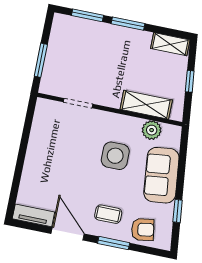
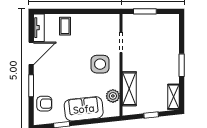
window: (87, 15) -> (182, 37), removed
side table: (115, 156) -> (100, 64), moved
coffee table: (108, 214) -> (65, 26), moved
armchair: (143, 230) -> (44, 104), turned -81

